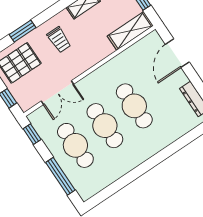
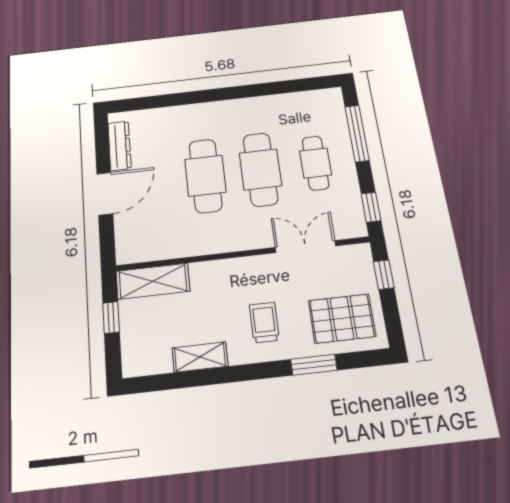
door: (177, 53) -> (105, 194), moved
cafe table: (75, 145) -> (315, 163), width x0.73, depth x0.74

